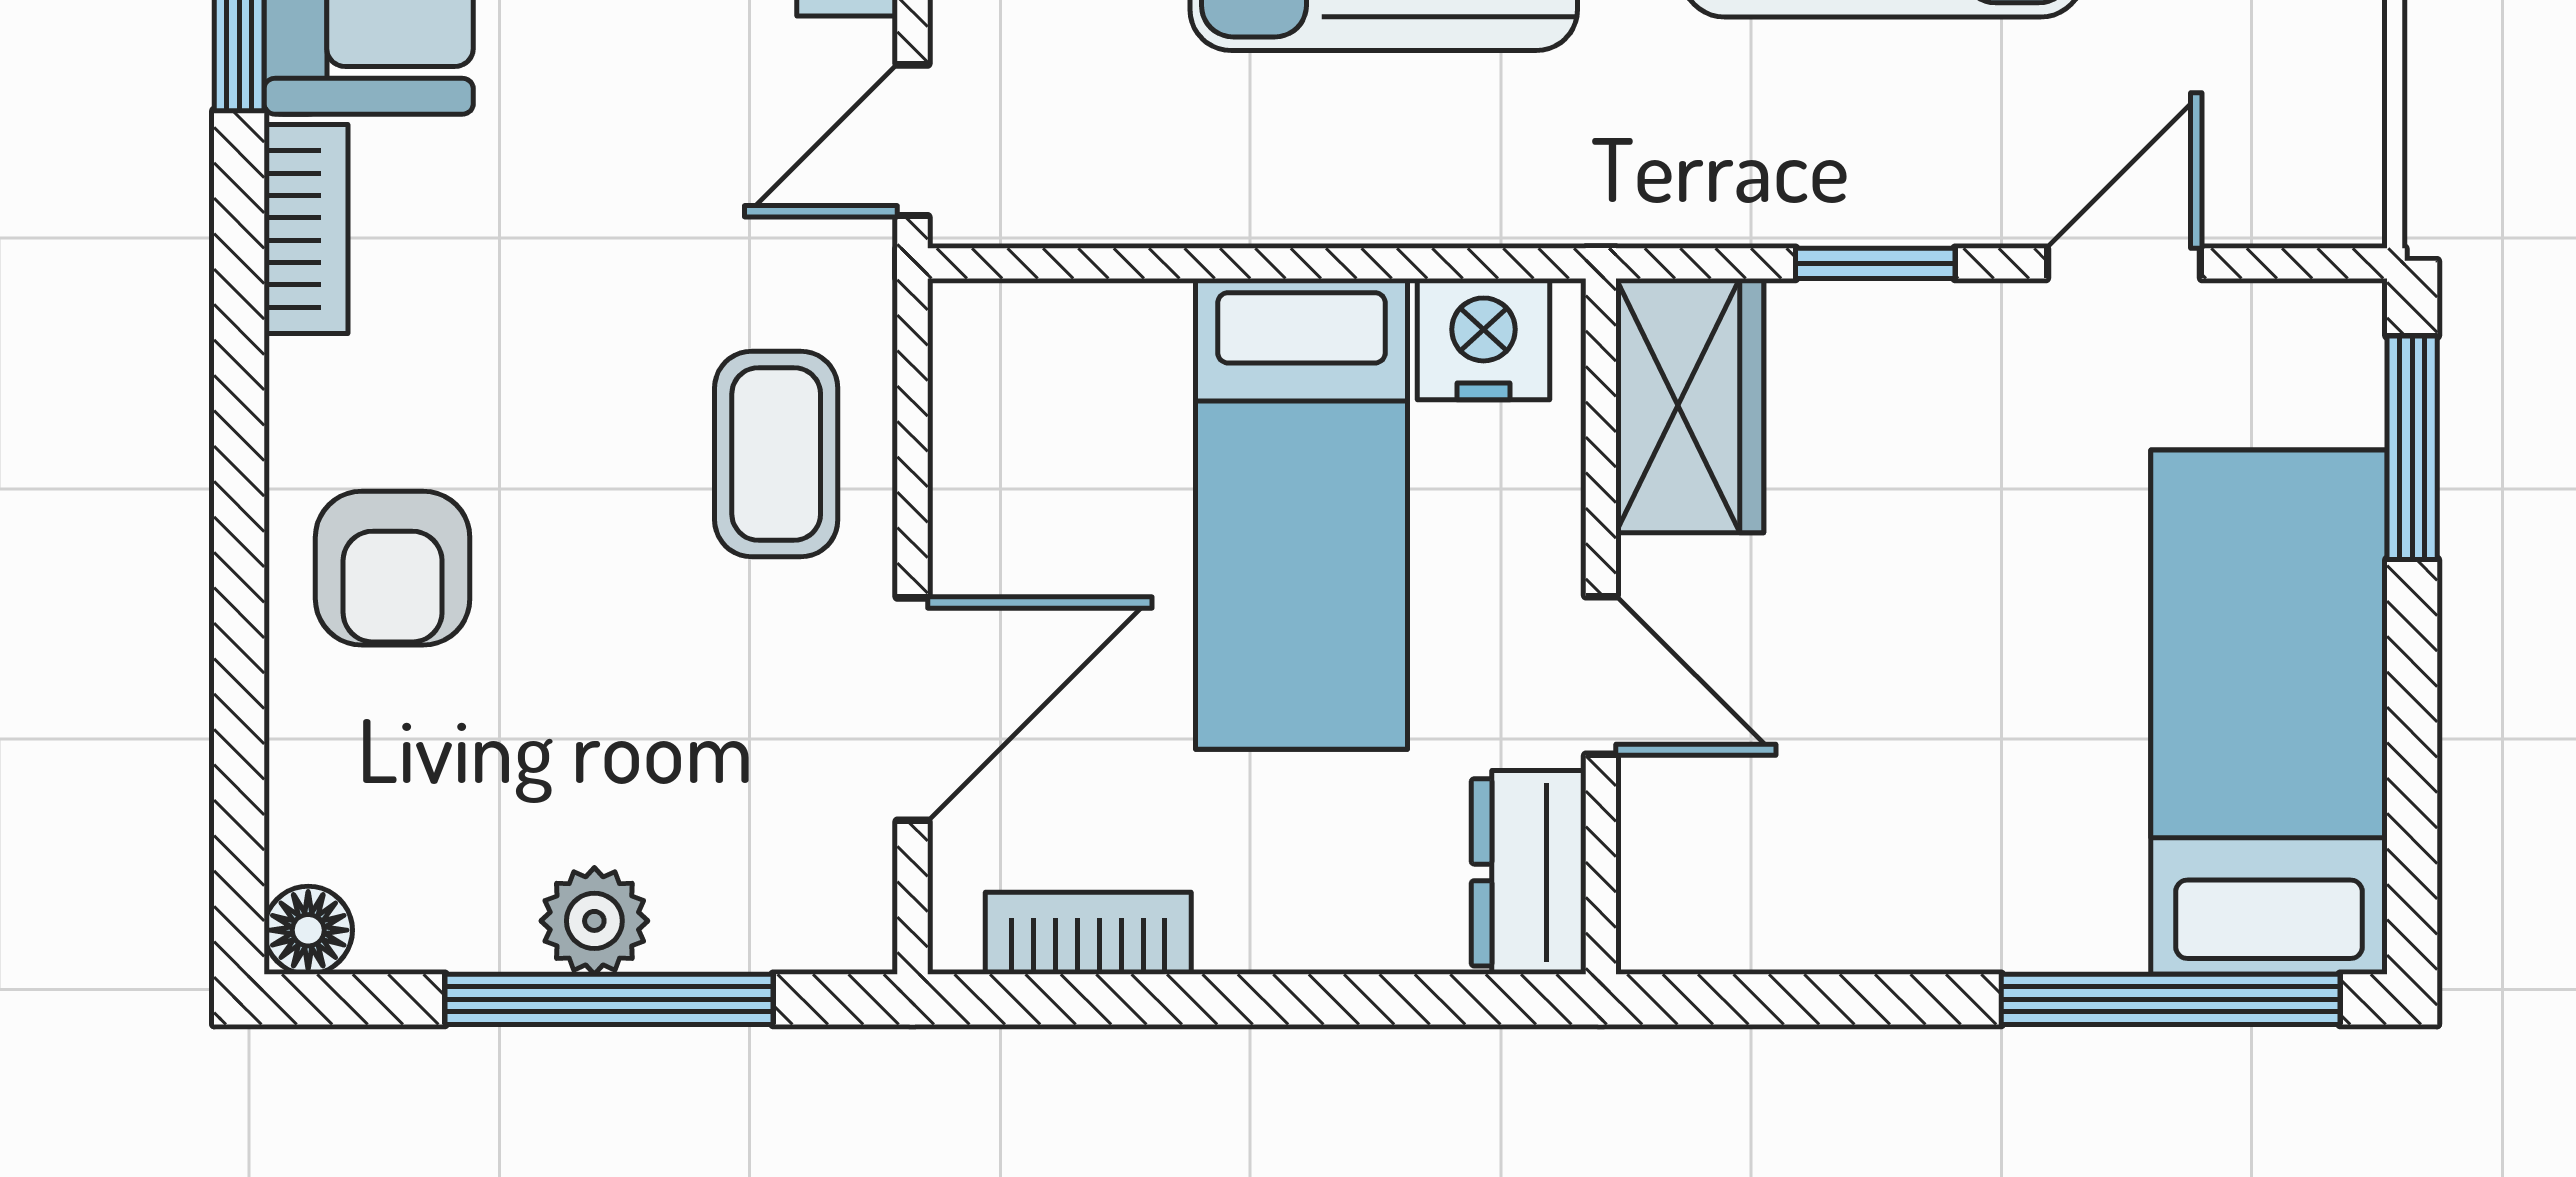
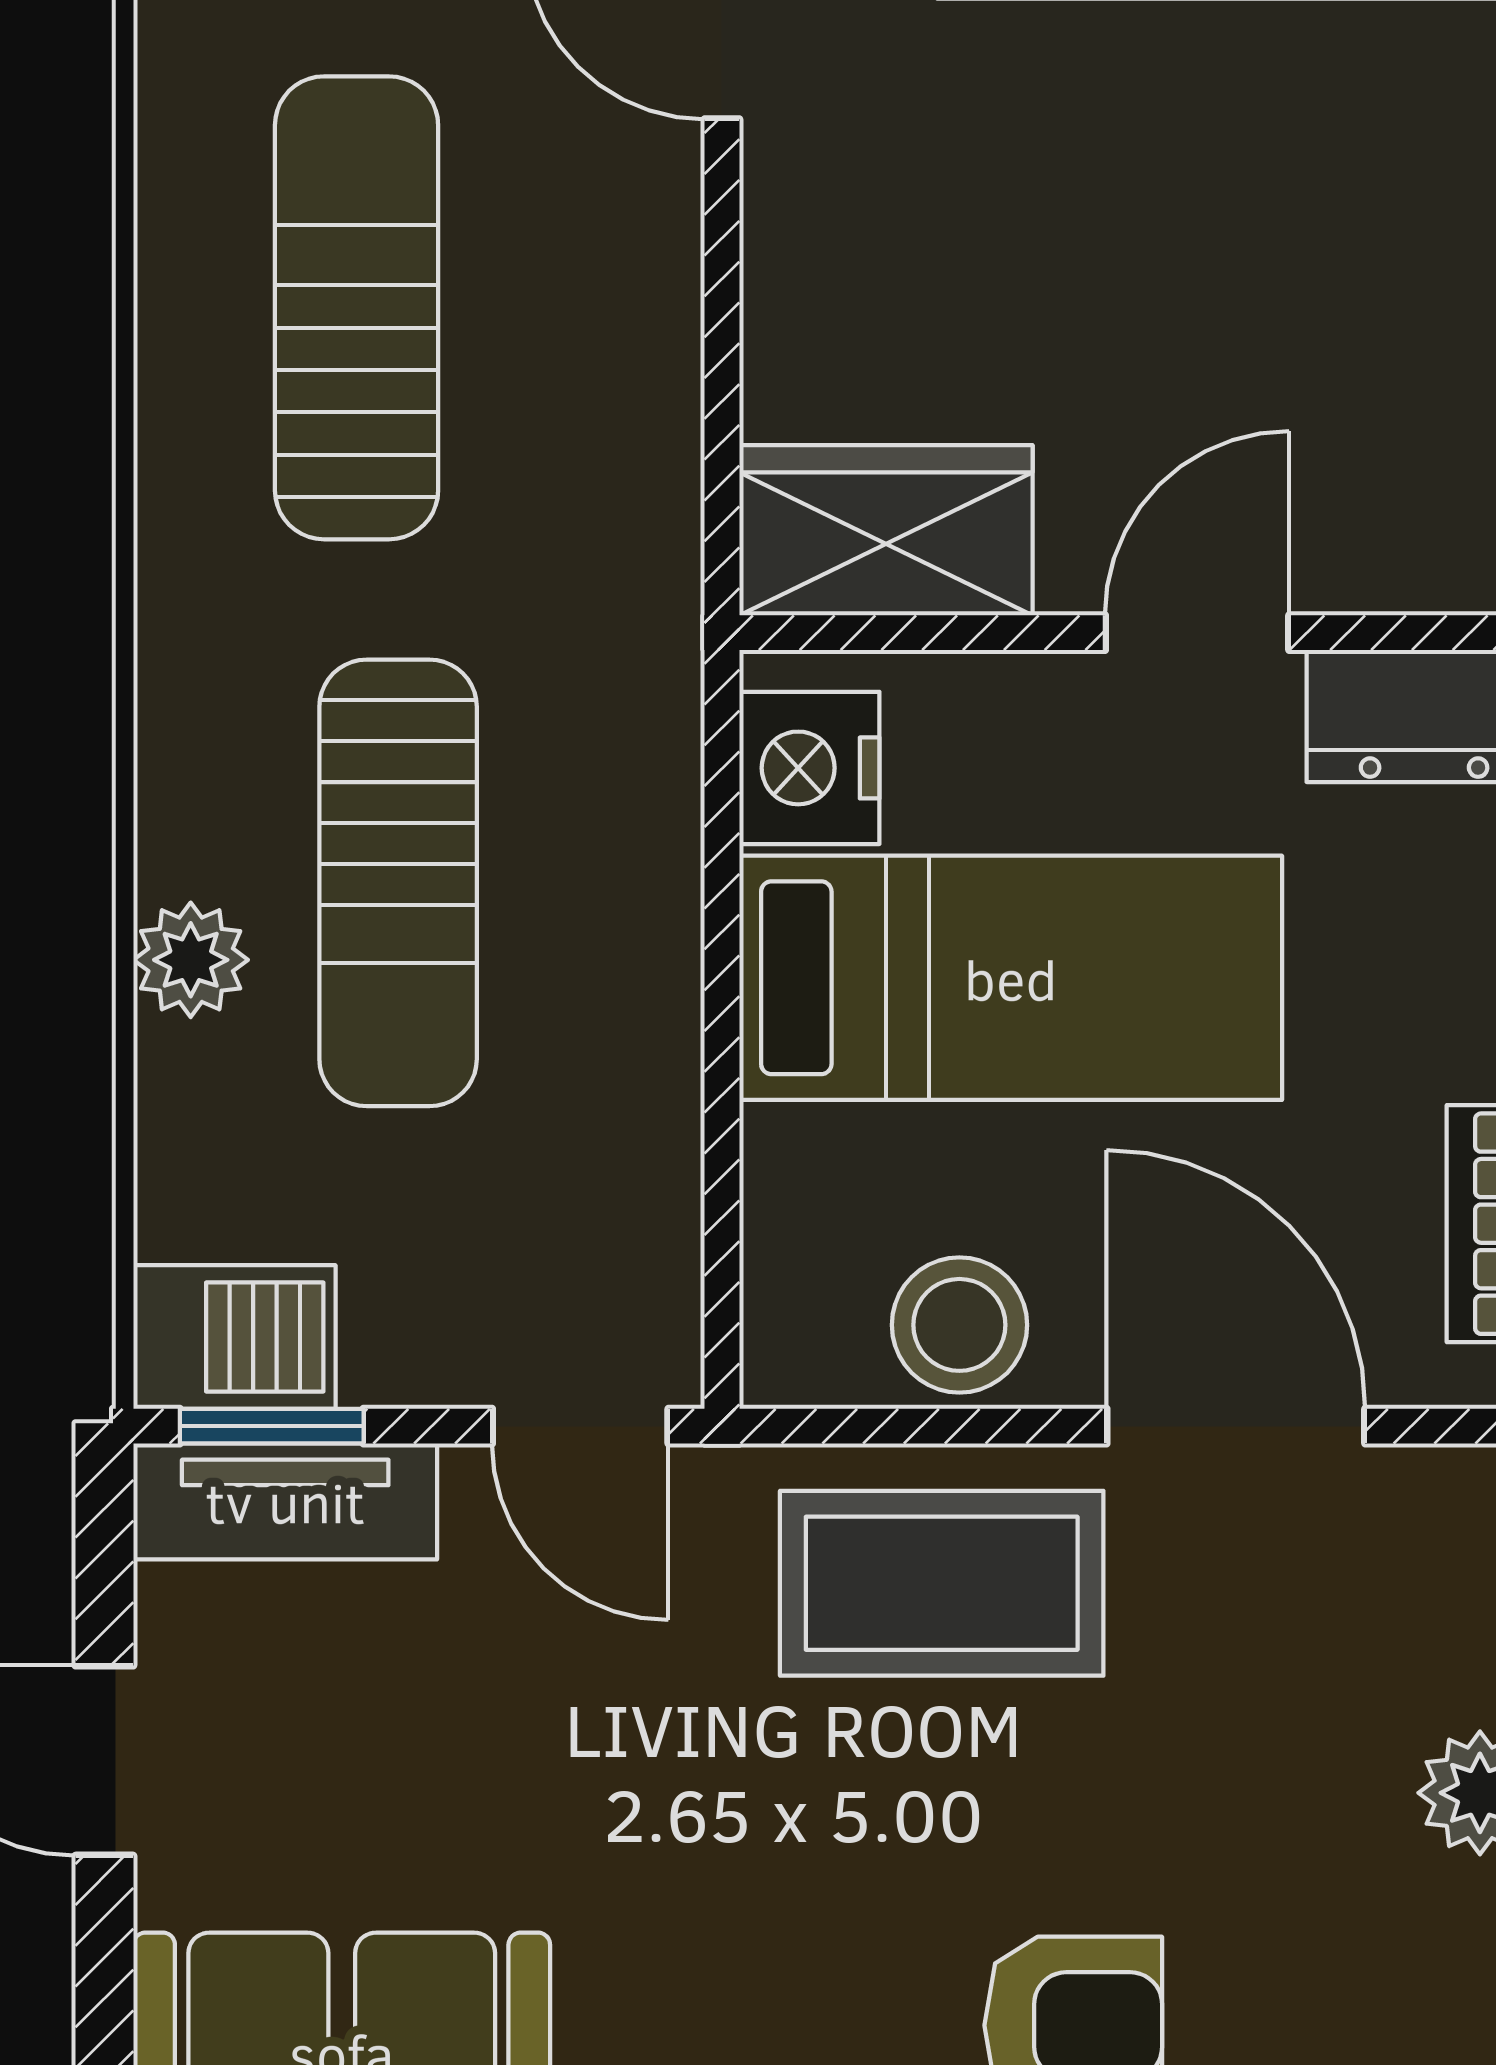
window: (1875, 263) -> (722, 316), removed
coffee table: (776, 454) -> (942, 1583), width x1.36, depth x1.30
stool: (1000, 469) -> (959, 1325), added

